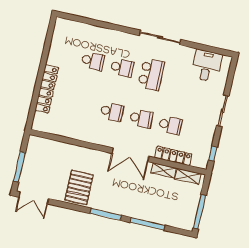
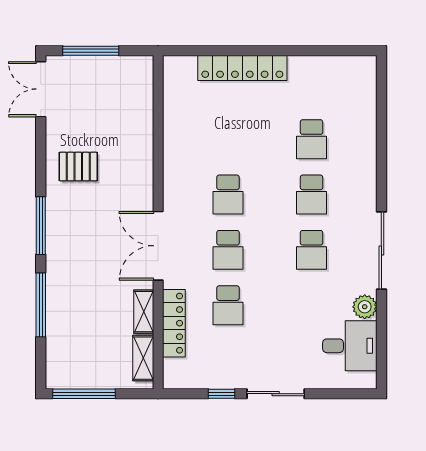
plant: (188, 53) -> (365, 307), added
school desk: (151, 74) -> (312, 250), width x0.54
window: (213, 154) -> (221, 394), moved
pallet: (79, 187) -> (78, 167), width x0.67, depth x0.71

